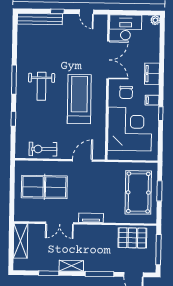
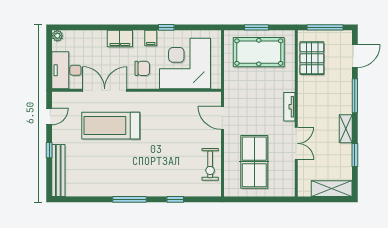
weight bench: (41, 86) -> (137, 167), removed
treadmill: (79, 99) -> (111, 126), moved
shelving: (20, 241) -> (332, 189), moved

